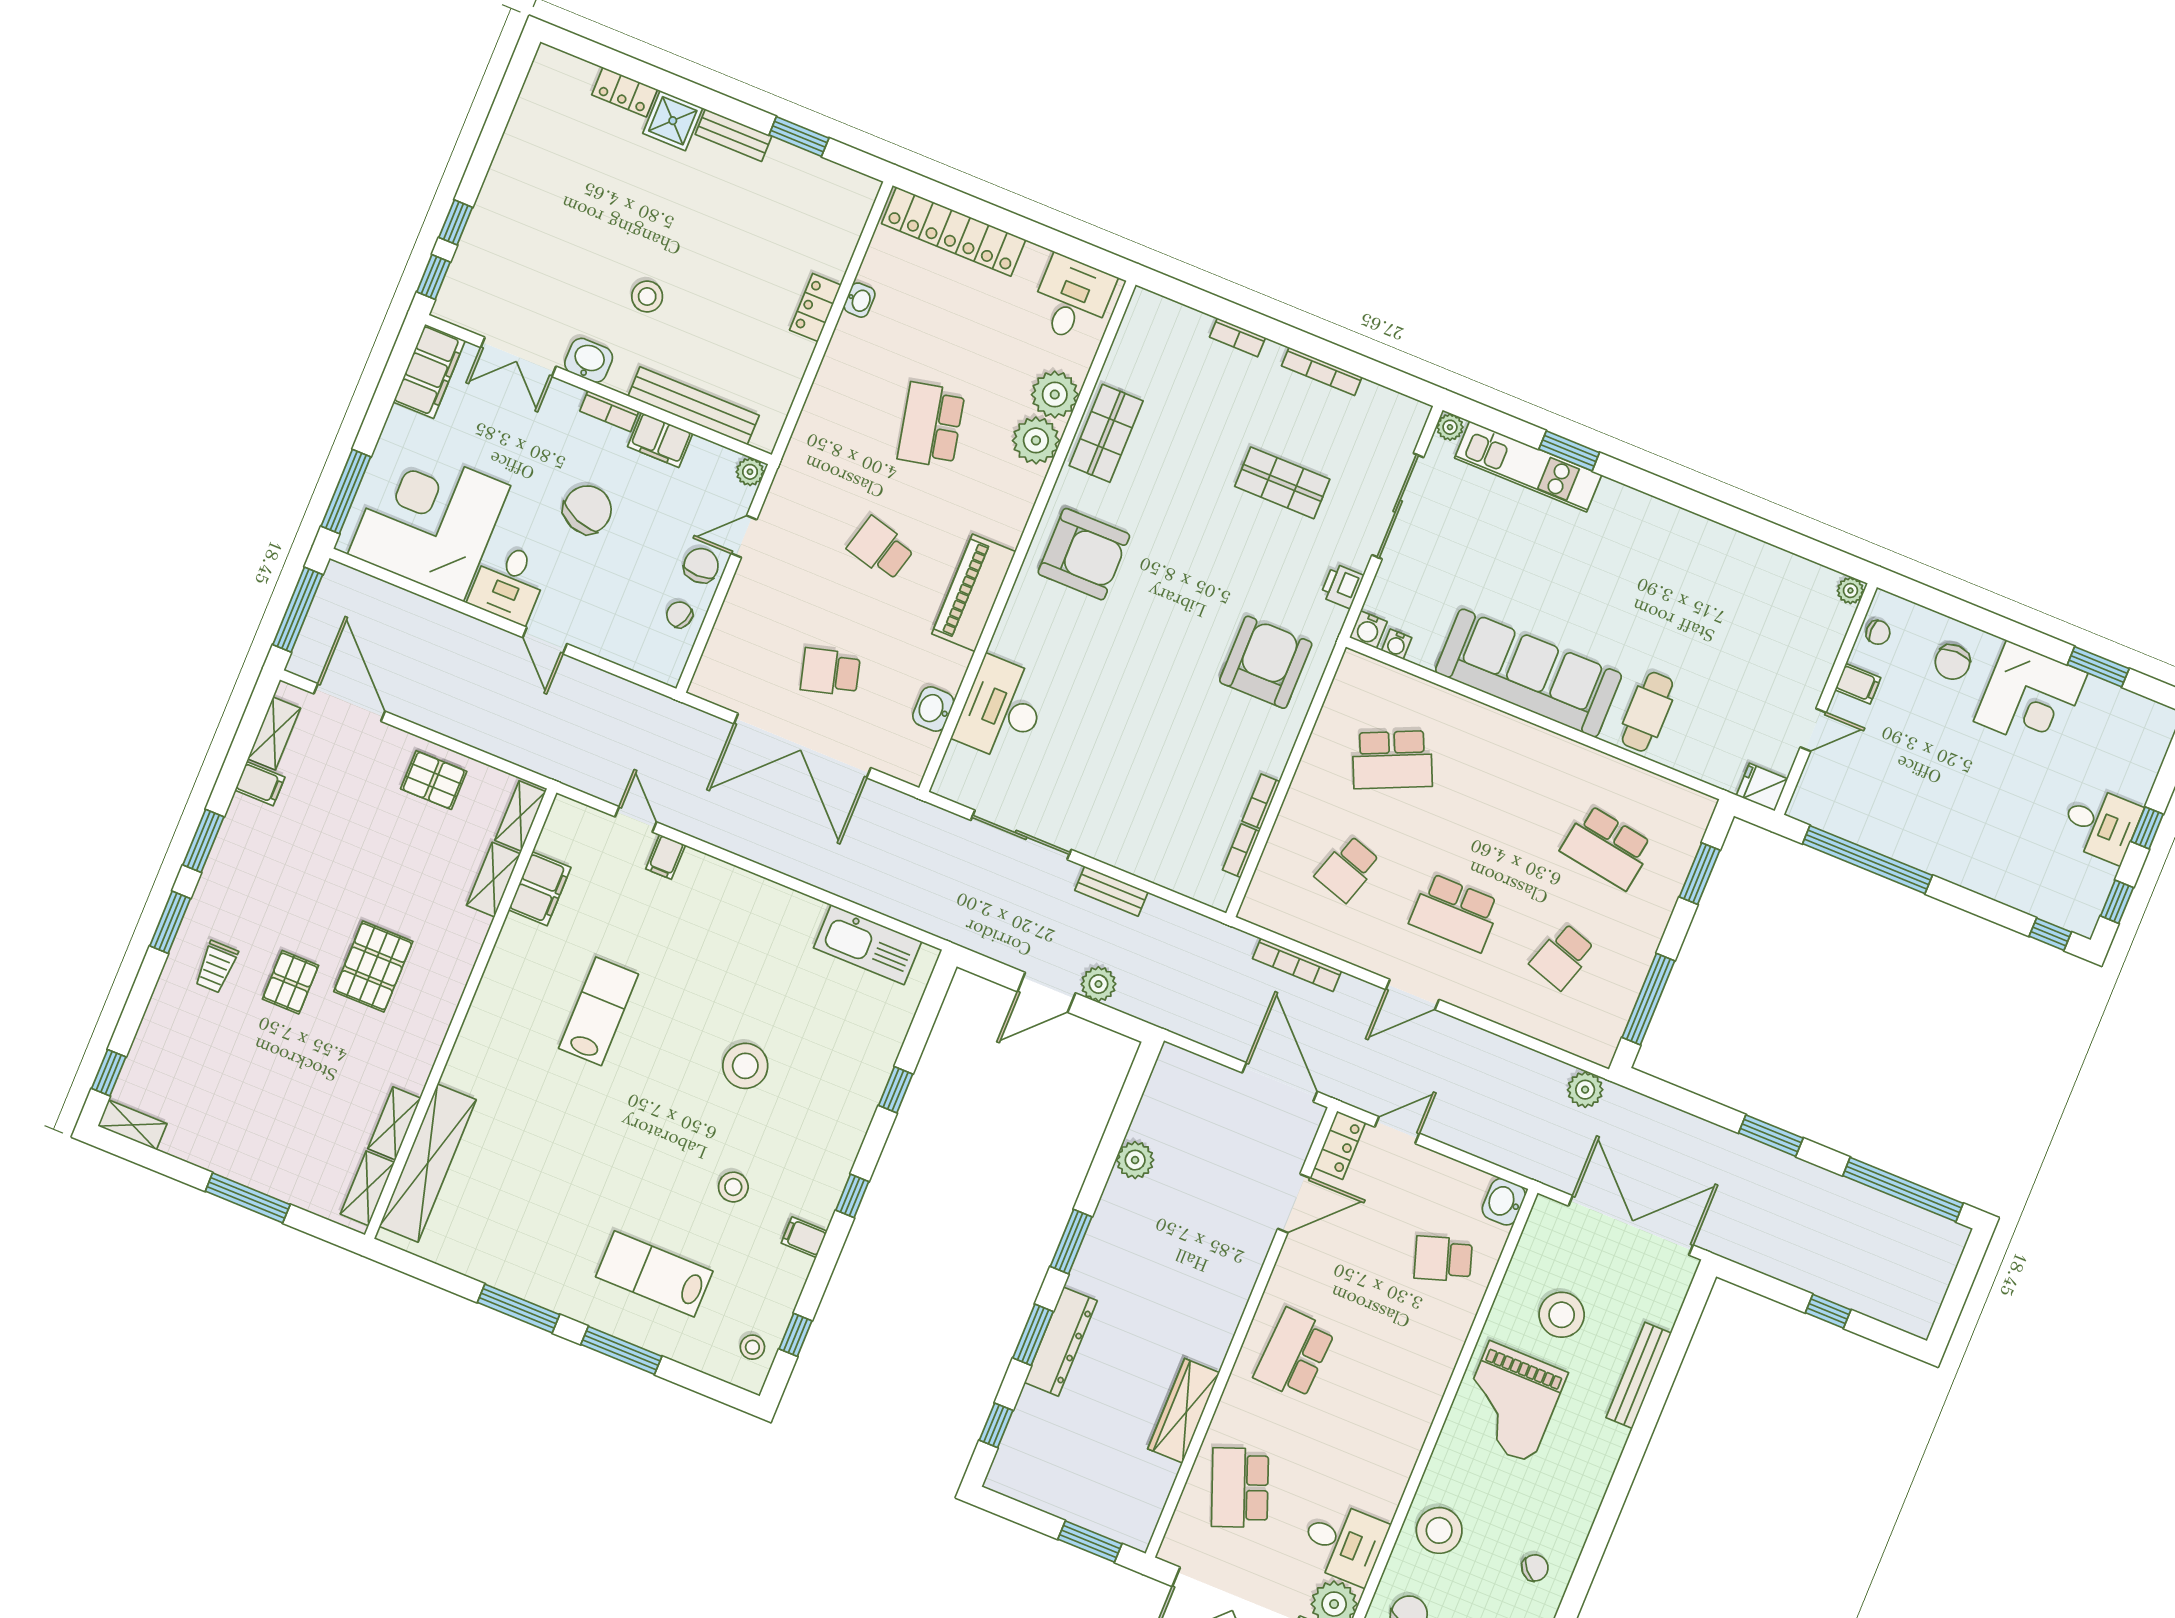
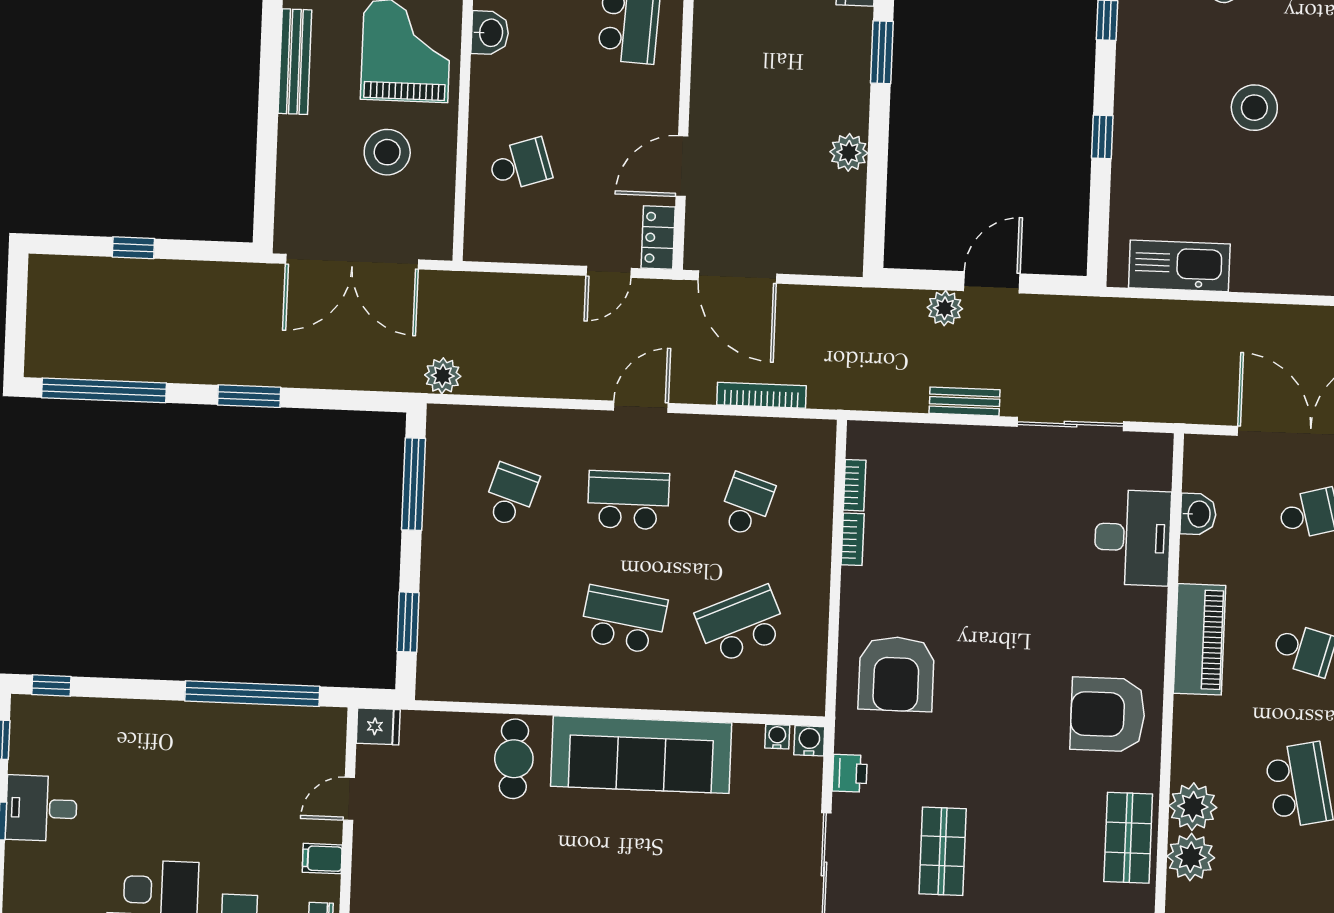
shop shelf: (1282, 483) -> (943, 851), turned 90
school desk: (1607, 847) -> (624, 620), moved
washbasin: (1504, 1202) -> (490, 33), moved
bench: (1639, 1375) -> (295, 62), moved

